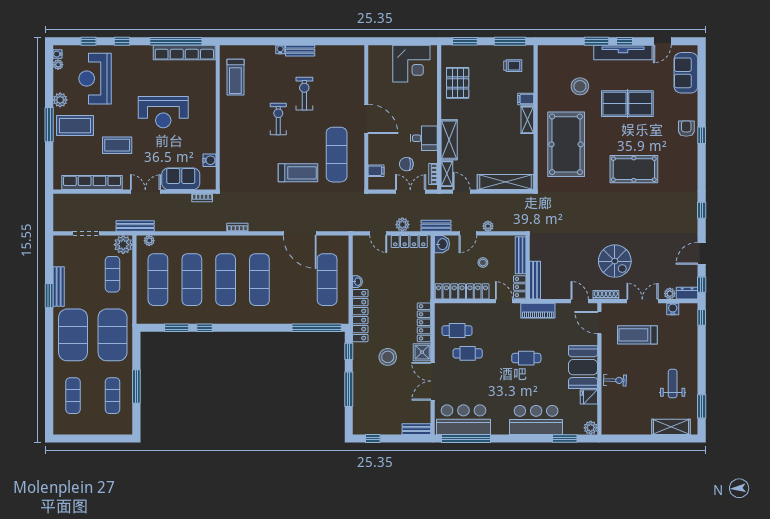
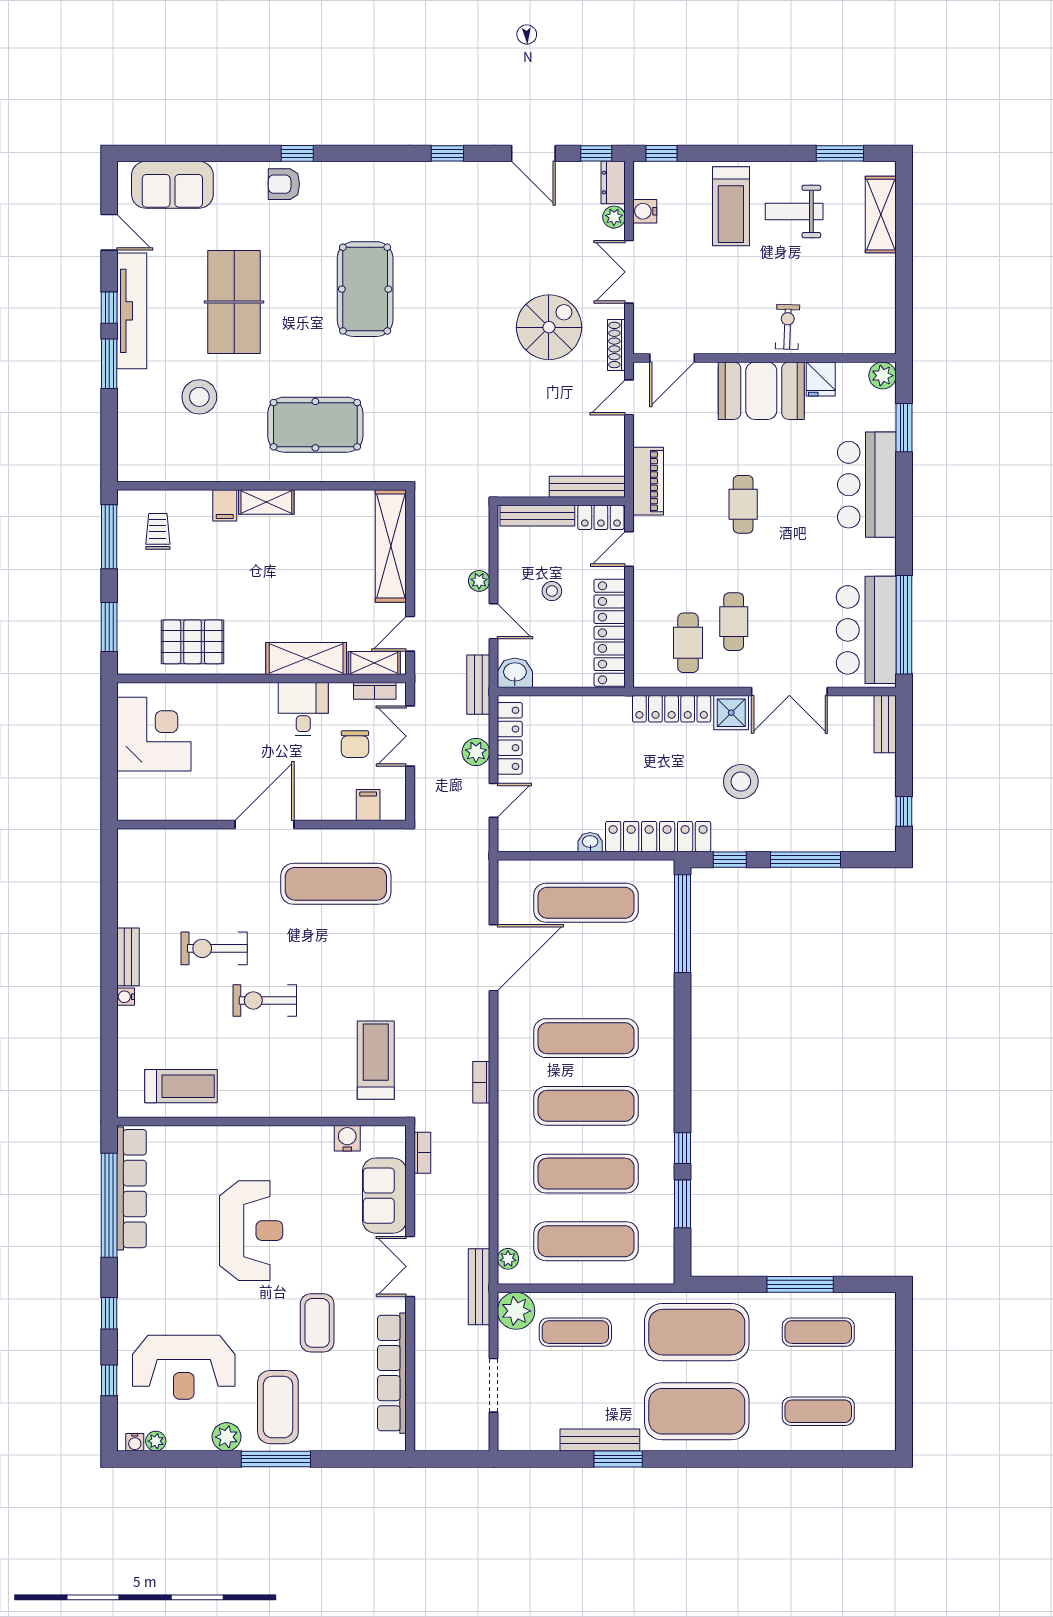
pool table: (566, 144) -> (315, 425), width x0.73, depth x0.76
treadmill: (298, 173) -> (376, 1060), moved
treadmill: (637, 335) -> (731, 206), moved

